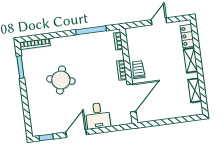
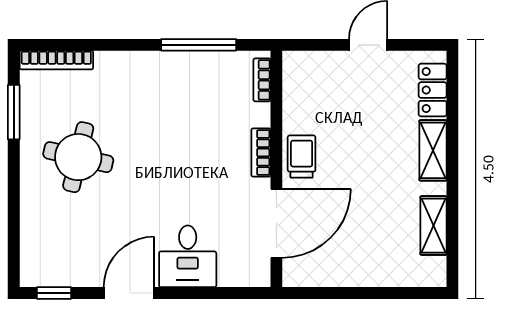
round table: (61, 80) -> (78, 157), moved

